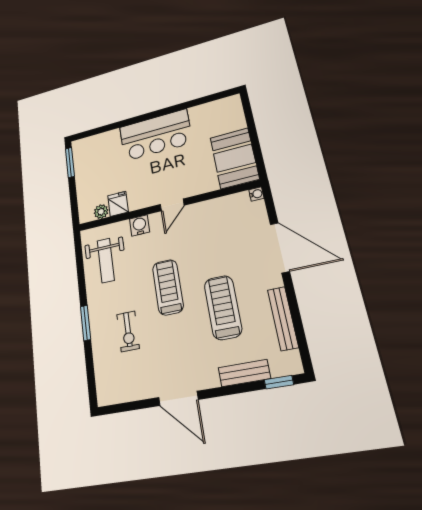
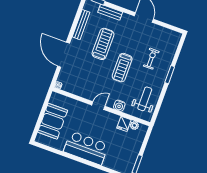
booth: (234, 158) -> (53, 121), moved
treadmill: (223, 307) -> (103, 44), turned 180

